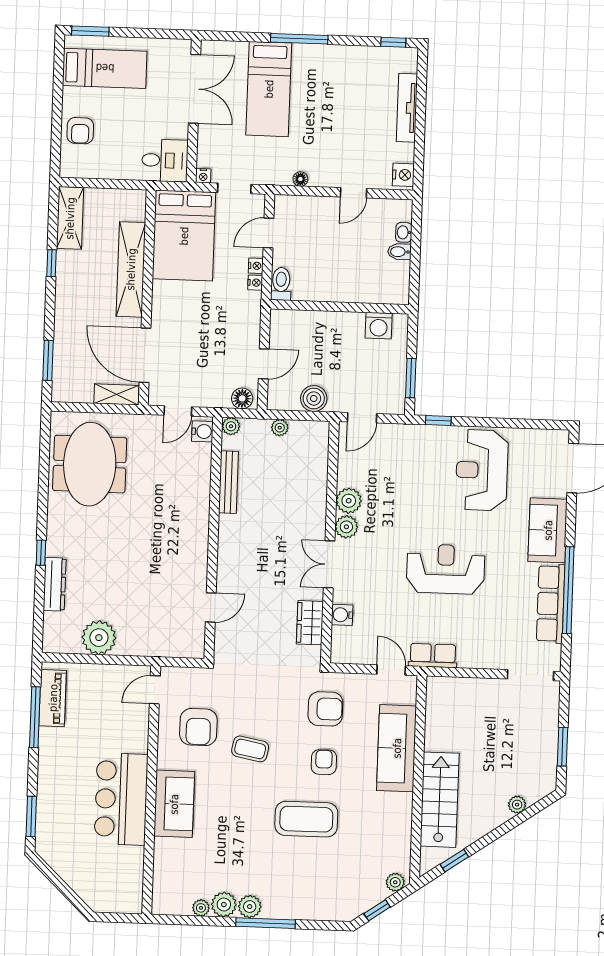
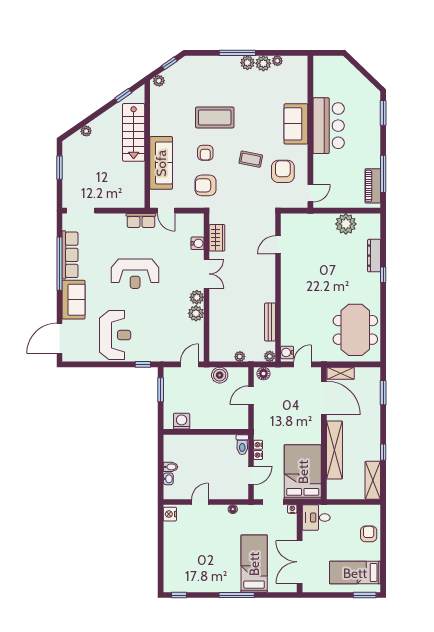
tv unit: (407, 108) -> (169, 555), removed

